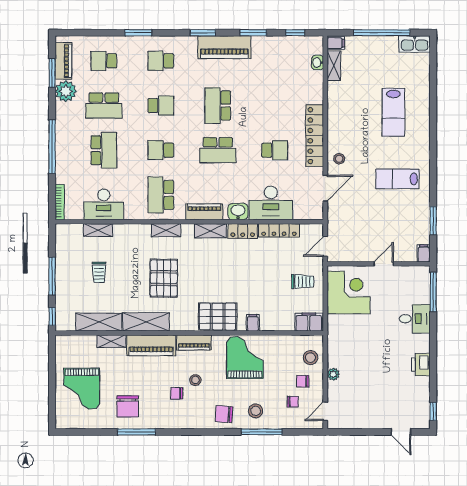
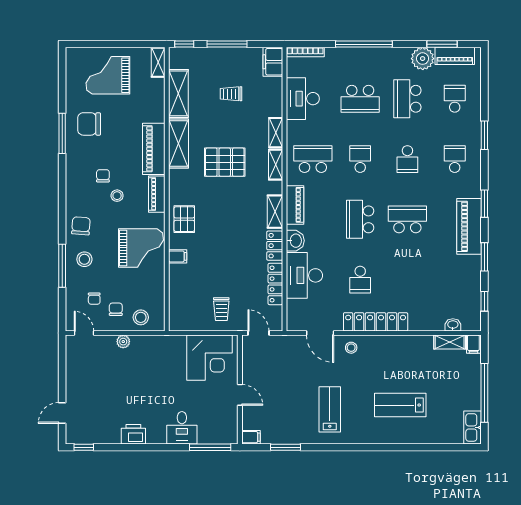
shelving: (98, 230) -> (276, 133), moved
pallet: (218, 316) -> (184, 219), width x0.67, depth x0.71
filing cabinet: (309, 322) -> (273, 62), moved, turned 180
shelving: (111, 341) -> (158, 62), moved

